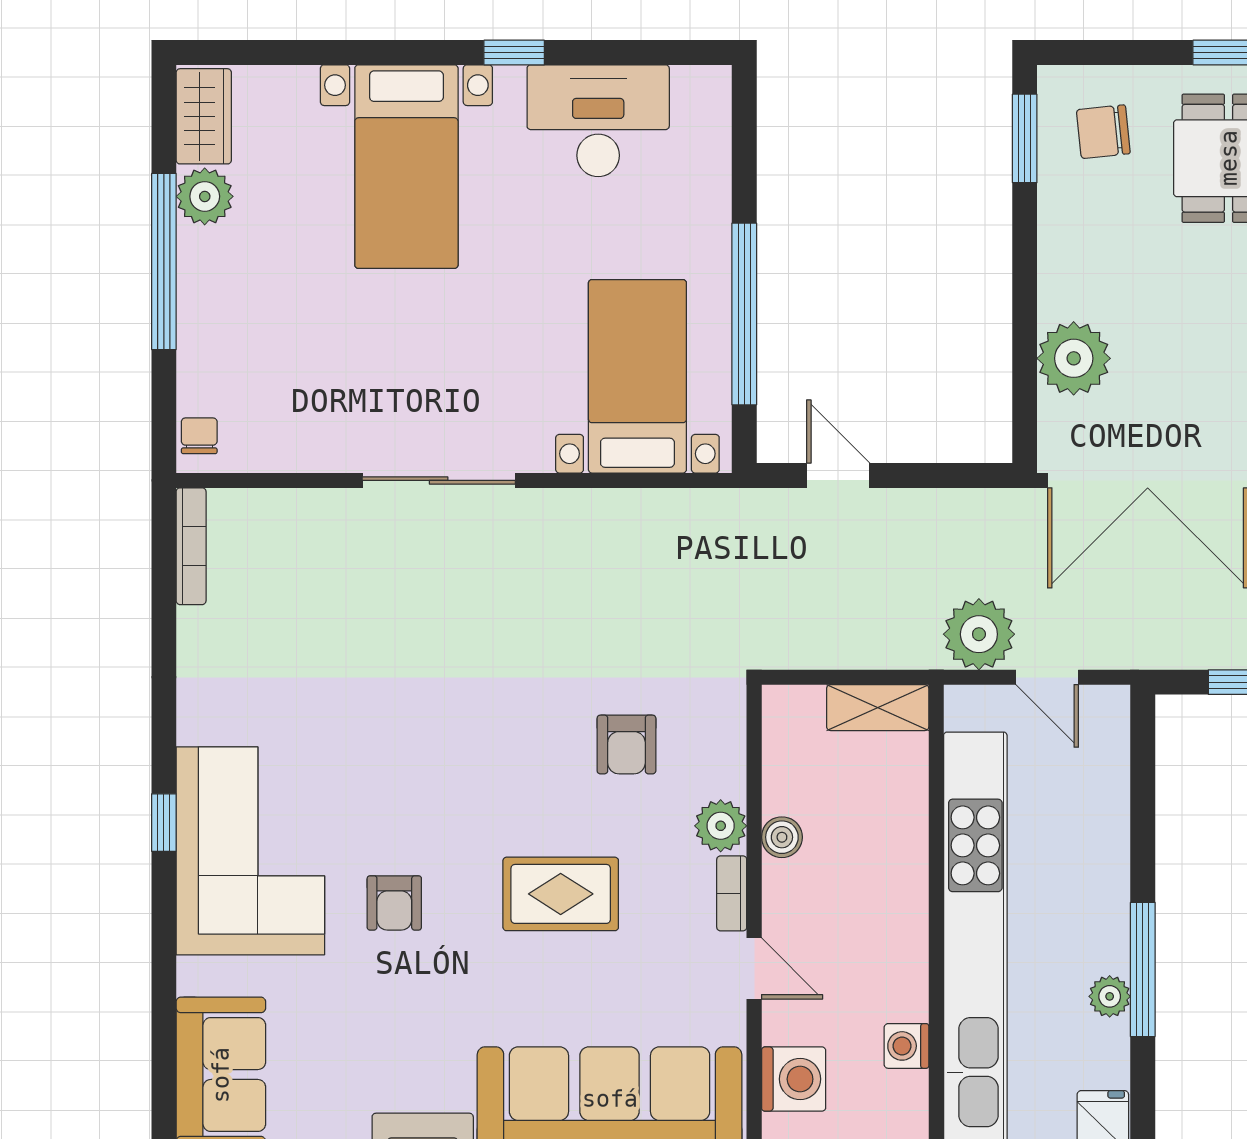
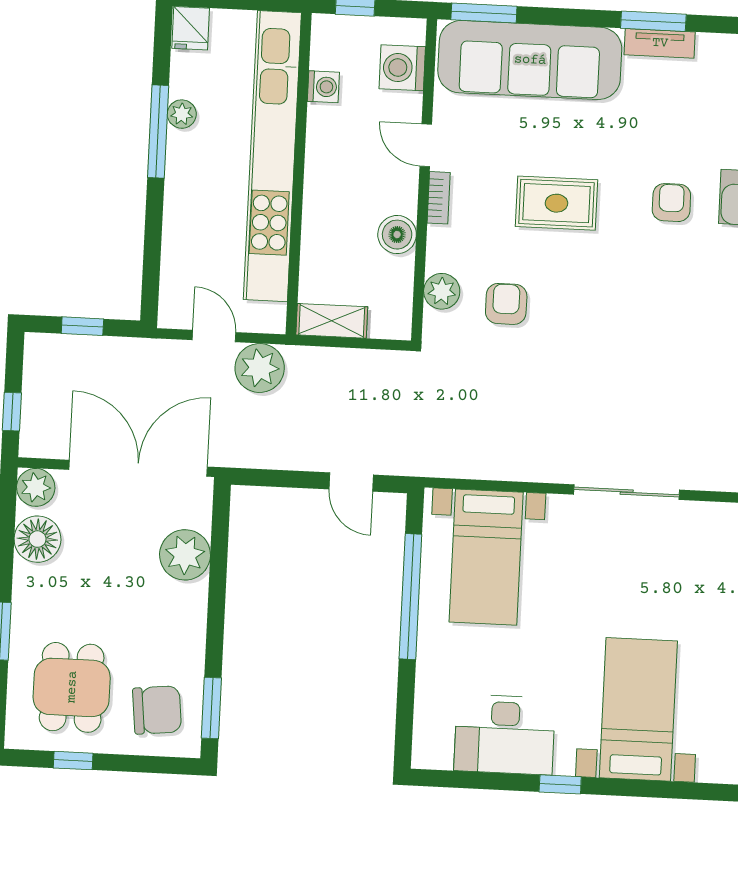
chair: (1103, 132) -> (157, 710), width x1.37, depth x1.37
plant: (721, 826) -> (442, 291), moved
boiler: (782, 837) -> (397, 235), width x1.36, depth x1.36

